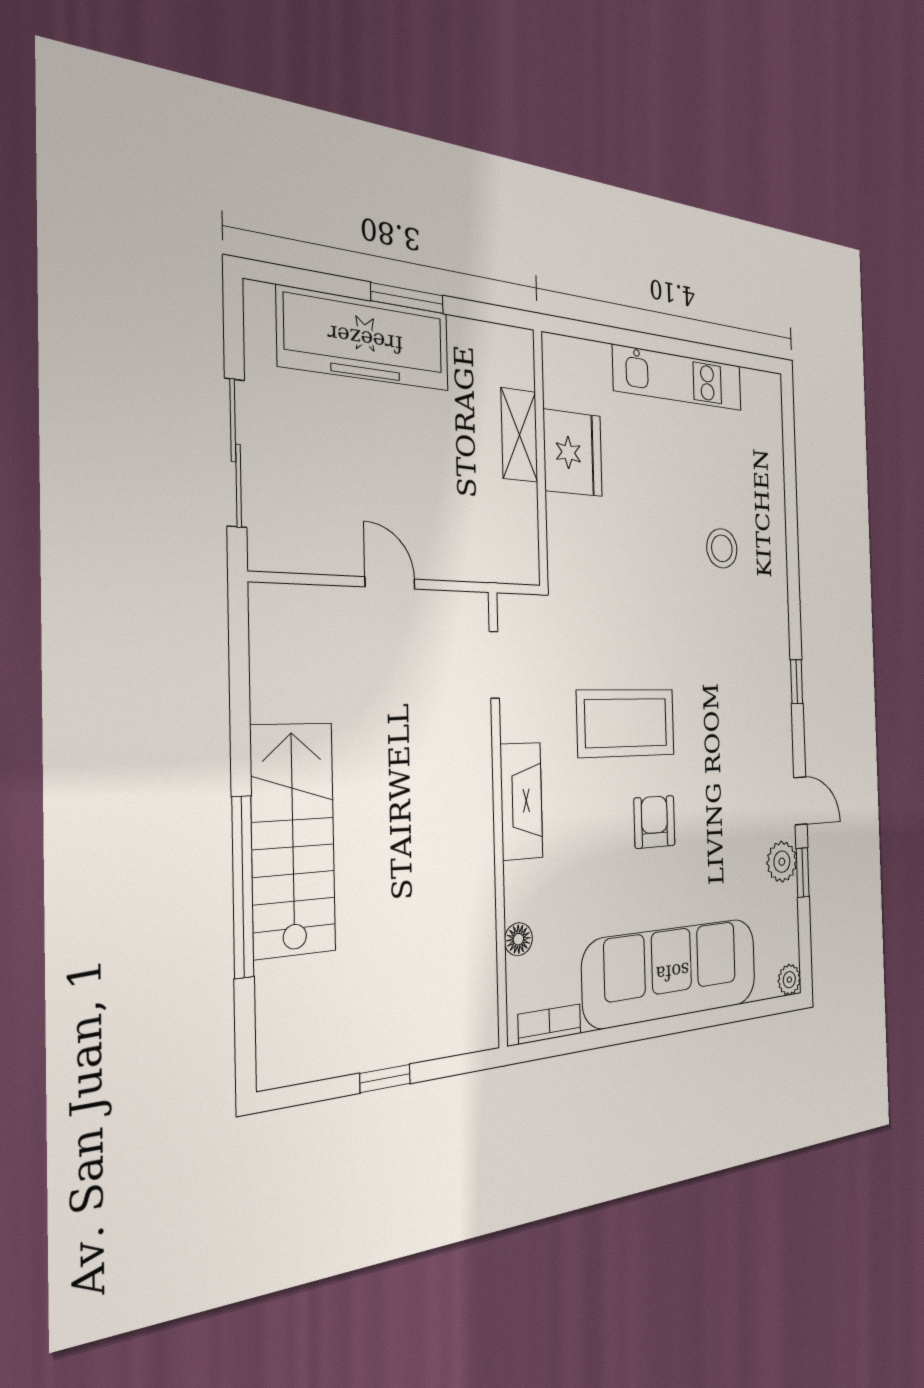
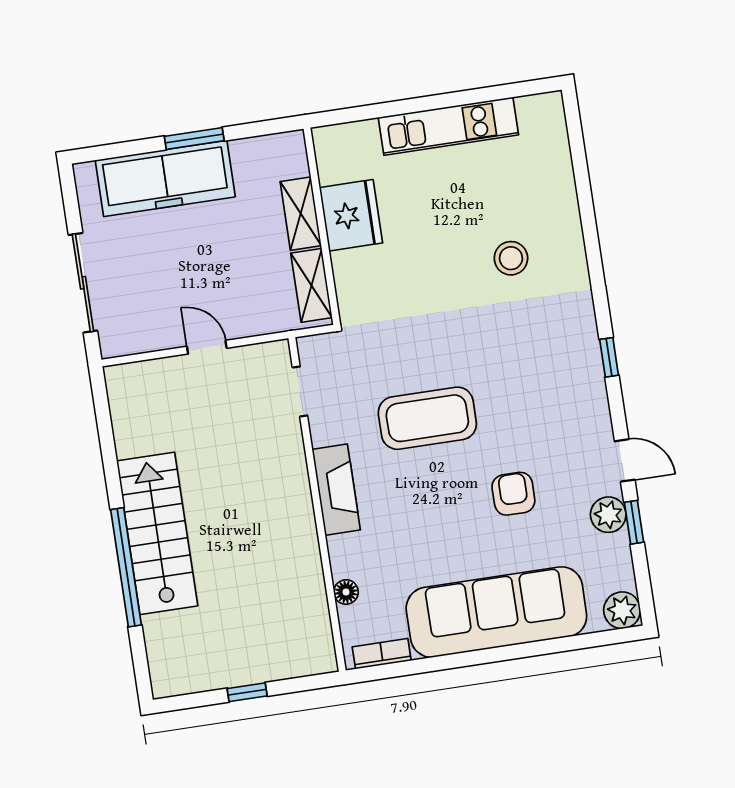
shelving: (522, 529) -> (311, 285), added
armchair: (654, 822) -> (513, 494), moved
plant: (789, 980) -> (622, 610), width x1.38, depth x1.38

